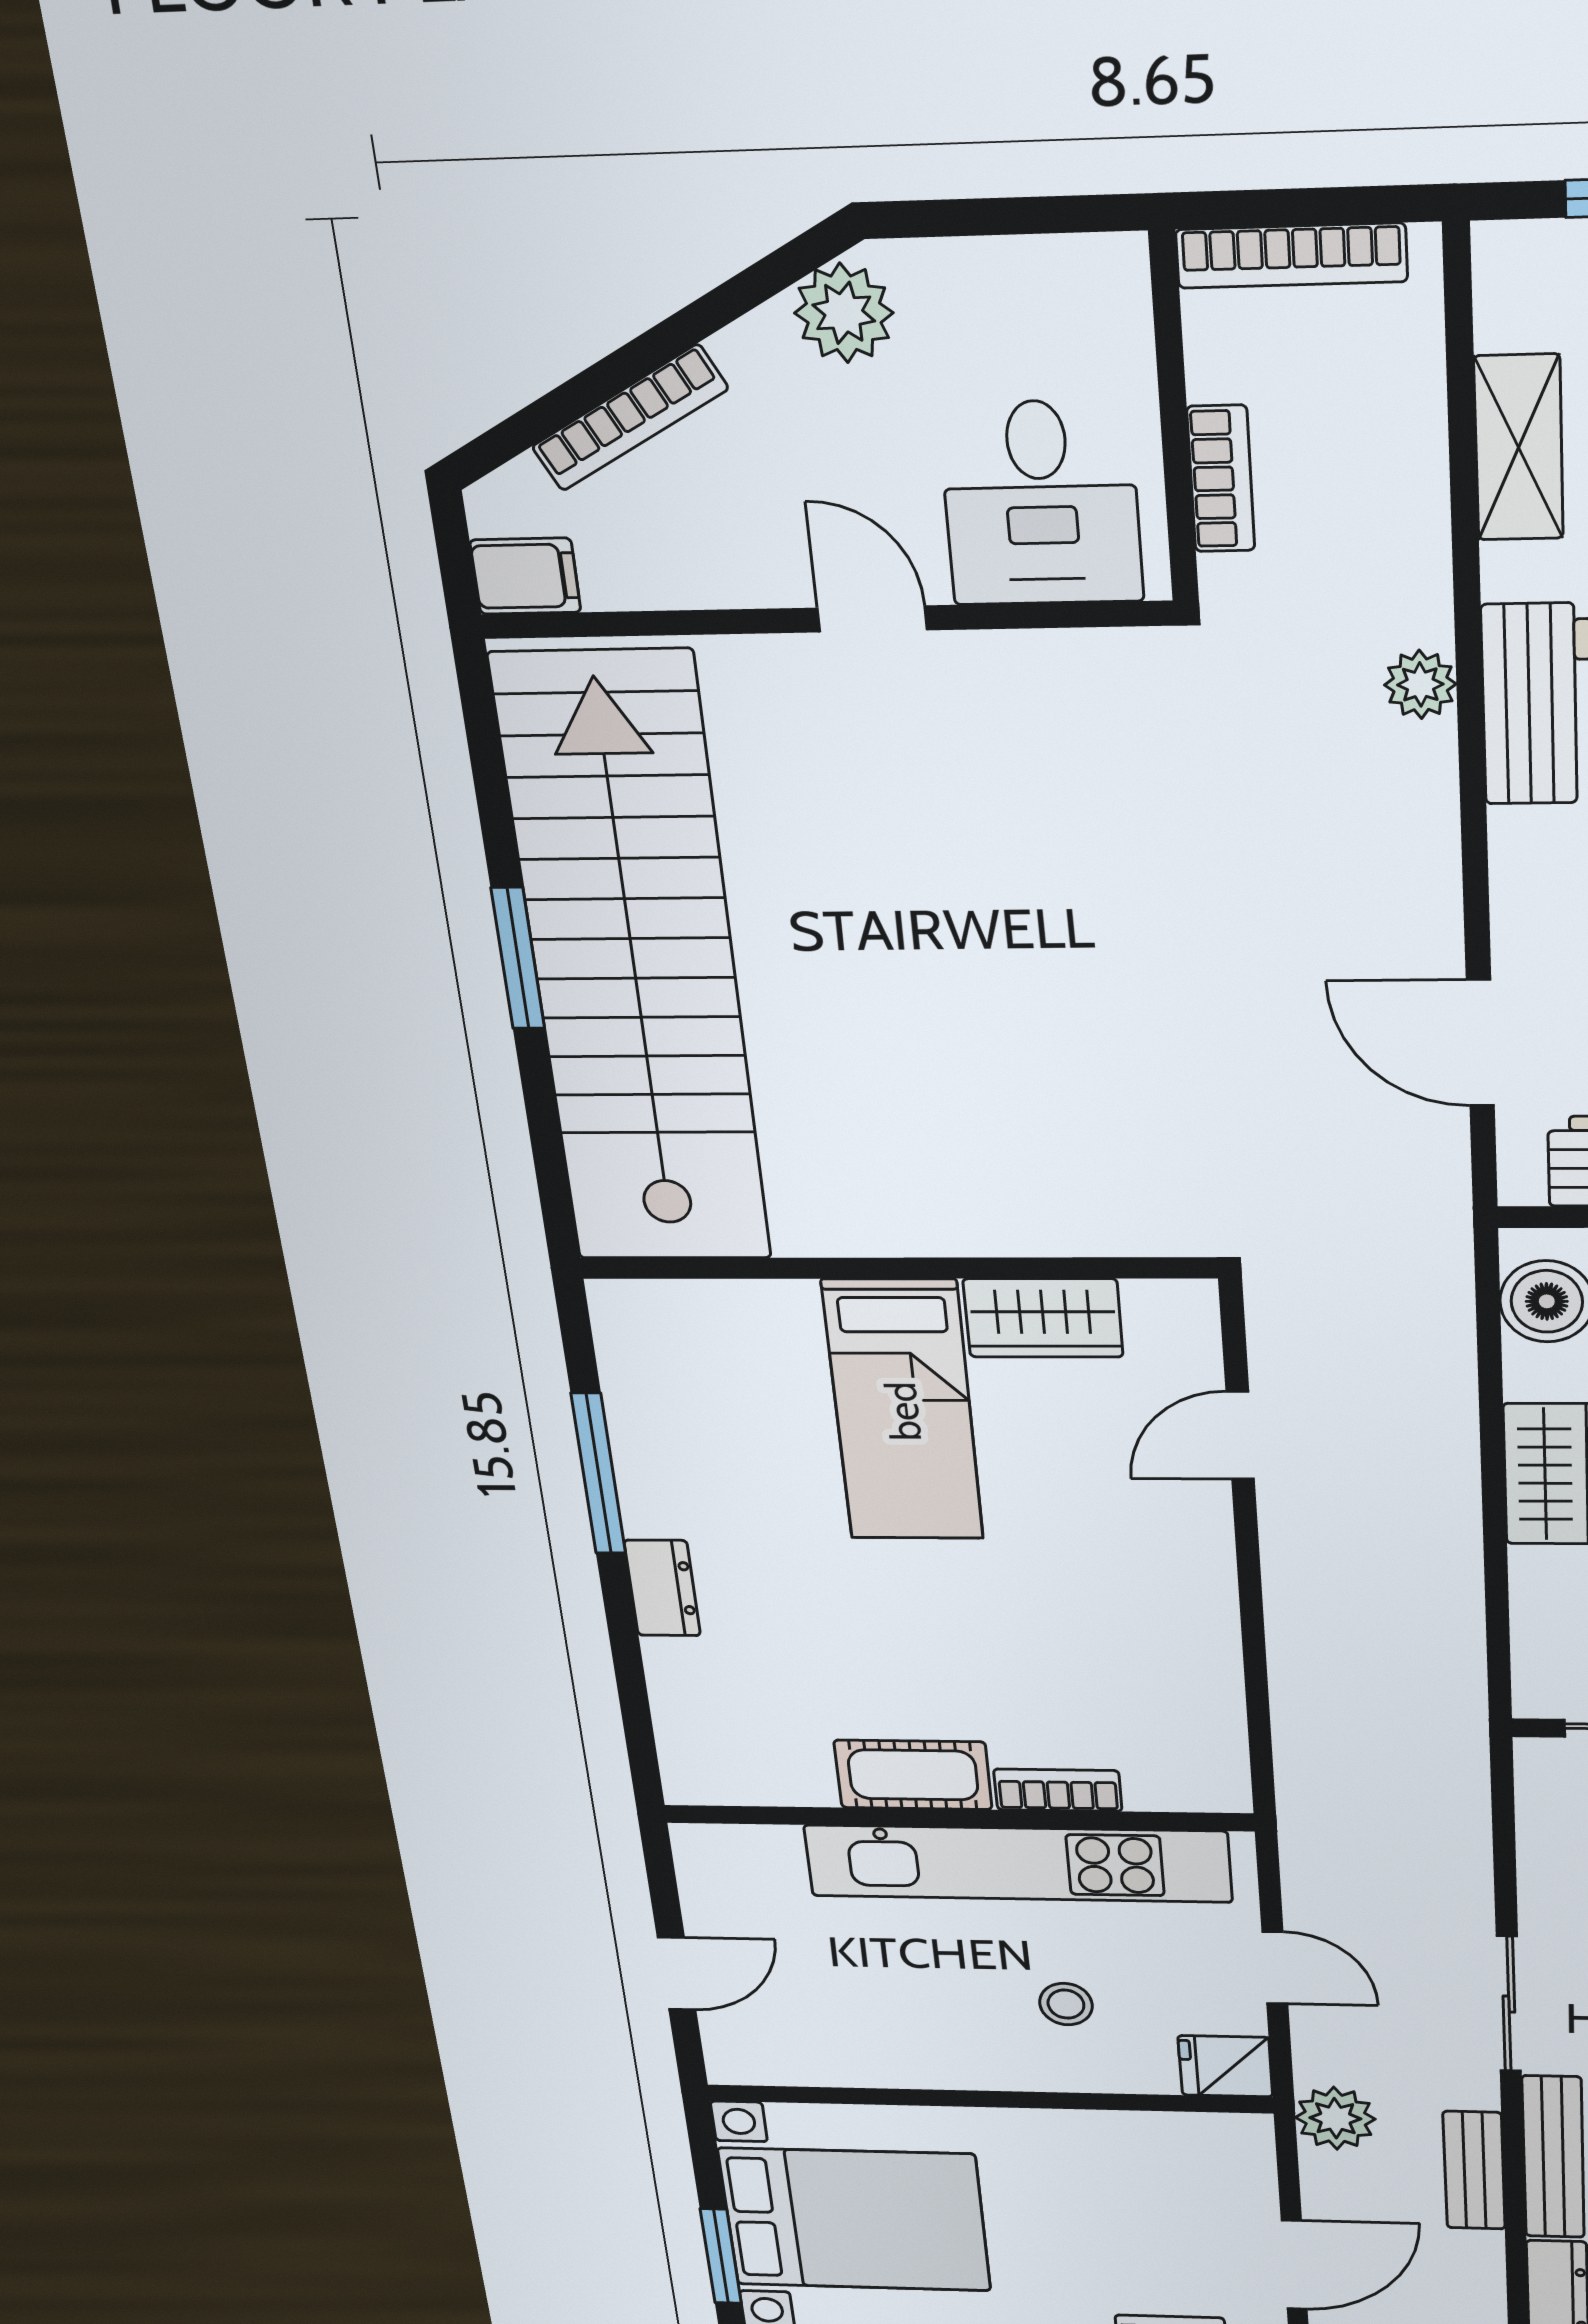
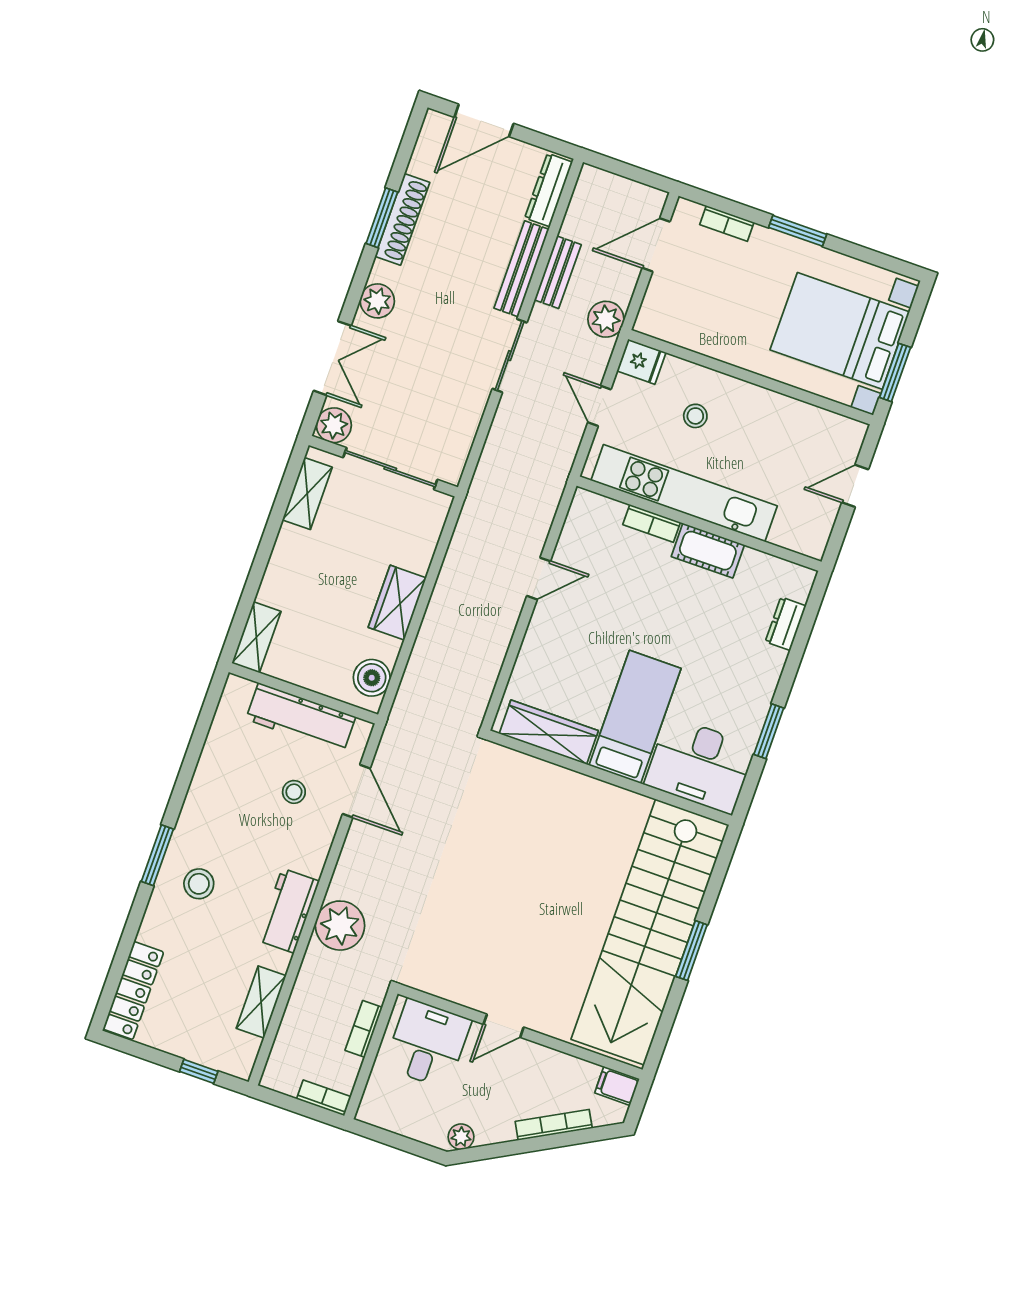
bookcase: (1291, 256) -> (324, 1098), width x0.64
plant: (844, 313) -> (461, 1137), width x0.73, depth x0.73
door: (872, 619) -> (504, 1026), hinge flipped
plant: (1420, 684) -> (340, 926), width x1.87, depth x1.87
wardrobe: (1043, 1318) -> (549, 732), width x1.50
desk: (710, 1359) -> (700, 765), added
door: (1240, 1436) -> (539, 579), moved
window: (598, 1474) -> (769, 731), width x0.69
dresser: (662, 1588) -> (786, 624), moved
window: (721, 2256) -> (895, 372), moved

